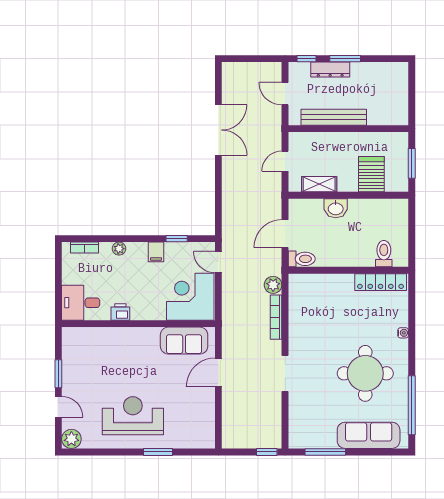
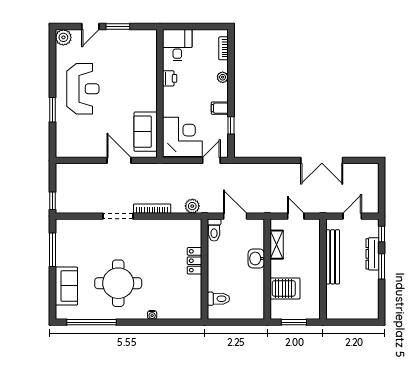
locker: (381, 282) -> (195, 261), moved, width x0.66
bookcase: (276, 317) -> (152, 209), moved
sofa: (369, 435) -> (66, 286), width x0.73

